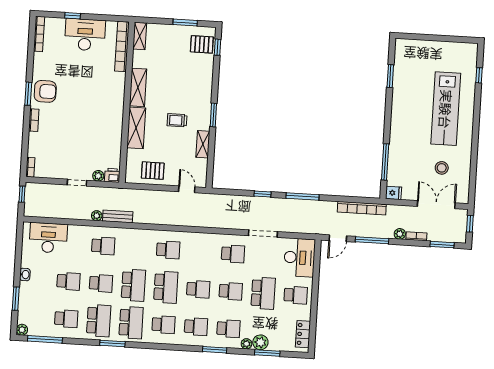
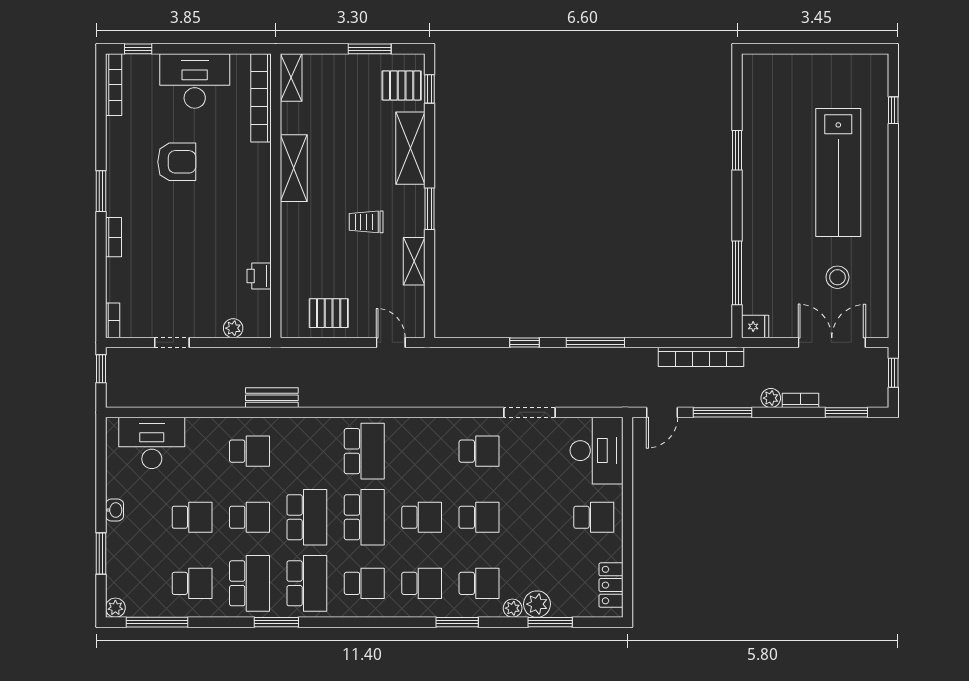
window: (73, 16) -> (138, 49), moved
window: (390, 76) -> (737, 150), moved
armchair: (45, 91) -> (177, 162), moved
shelving: (136, 128) -> (410, 148), moved
printer: (112, 175) -> (259, 276), moved, turned -90
doorway: (77, 183) -> (172, 342), moved
plant: (97, 216) -> (235, 399), removed
school desk: (168, 250) -> (364, 451), width x1.85
school desk: (263, 293) -> (536, 517), removed

